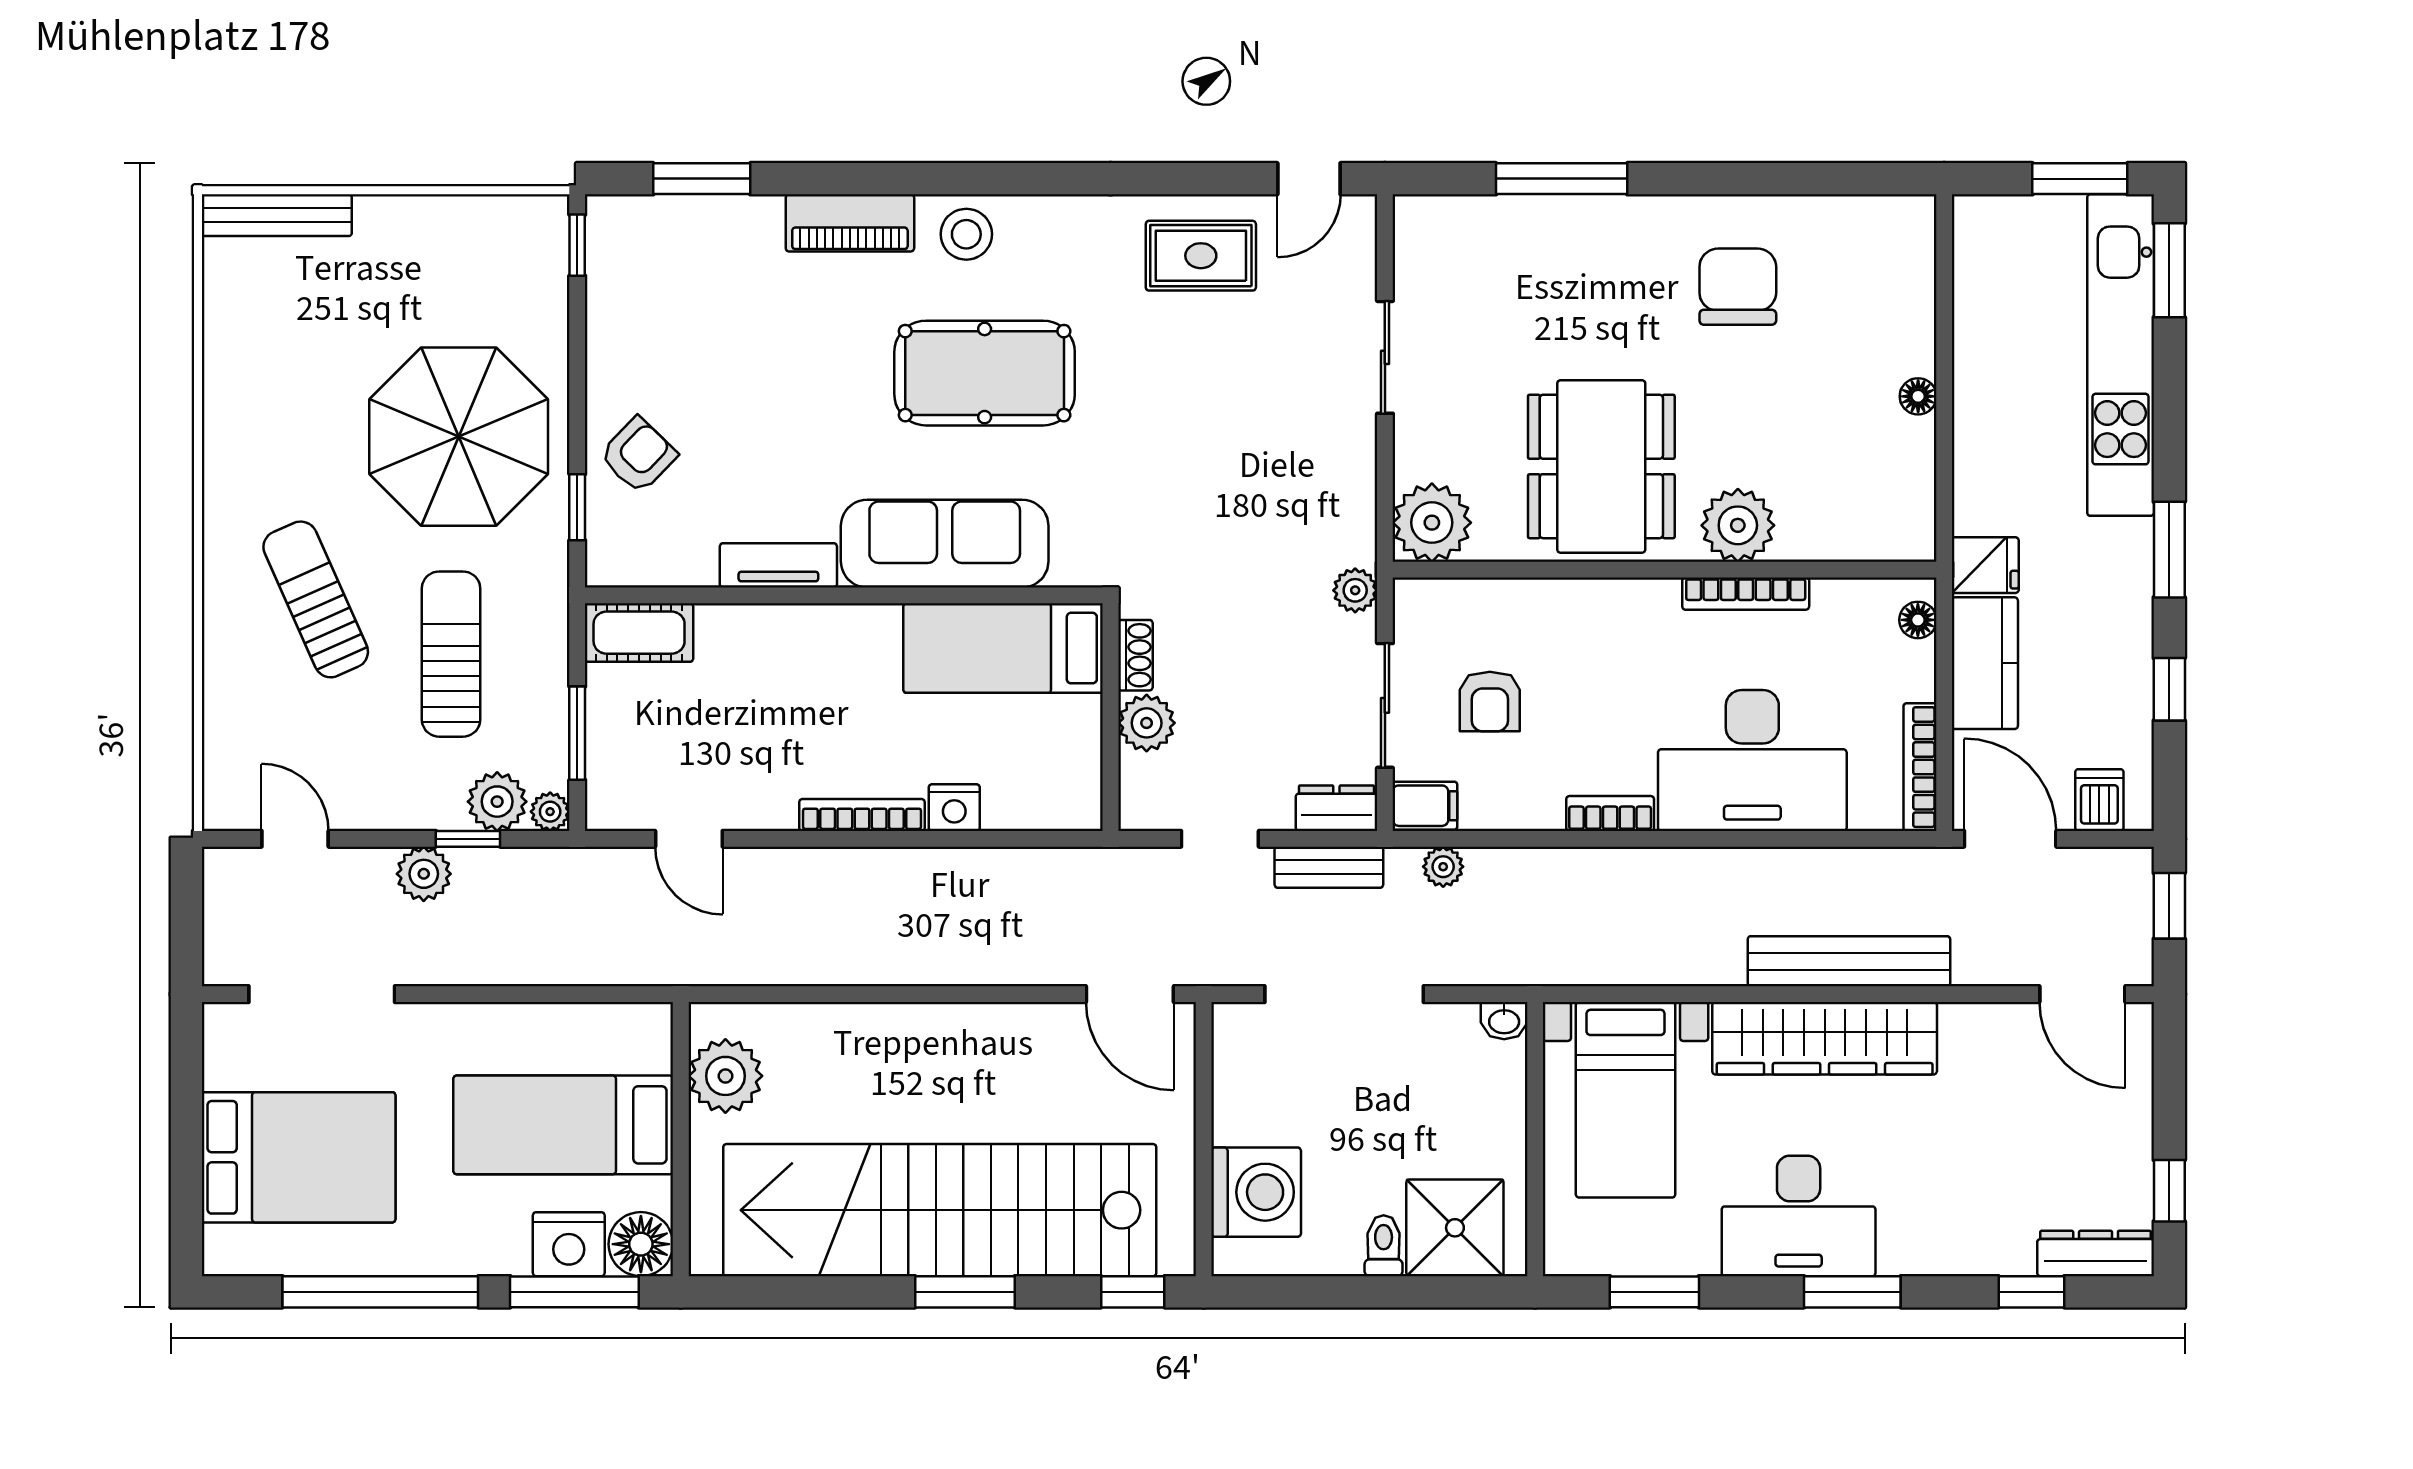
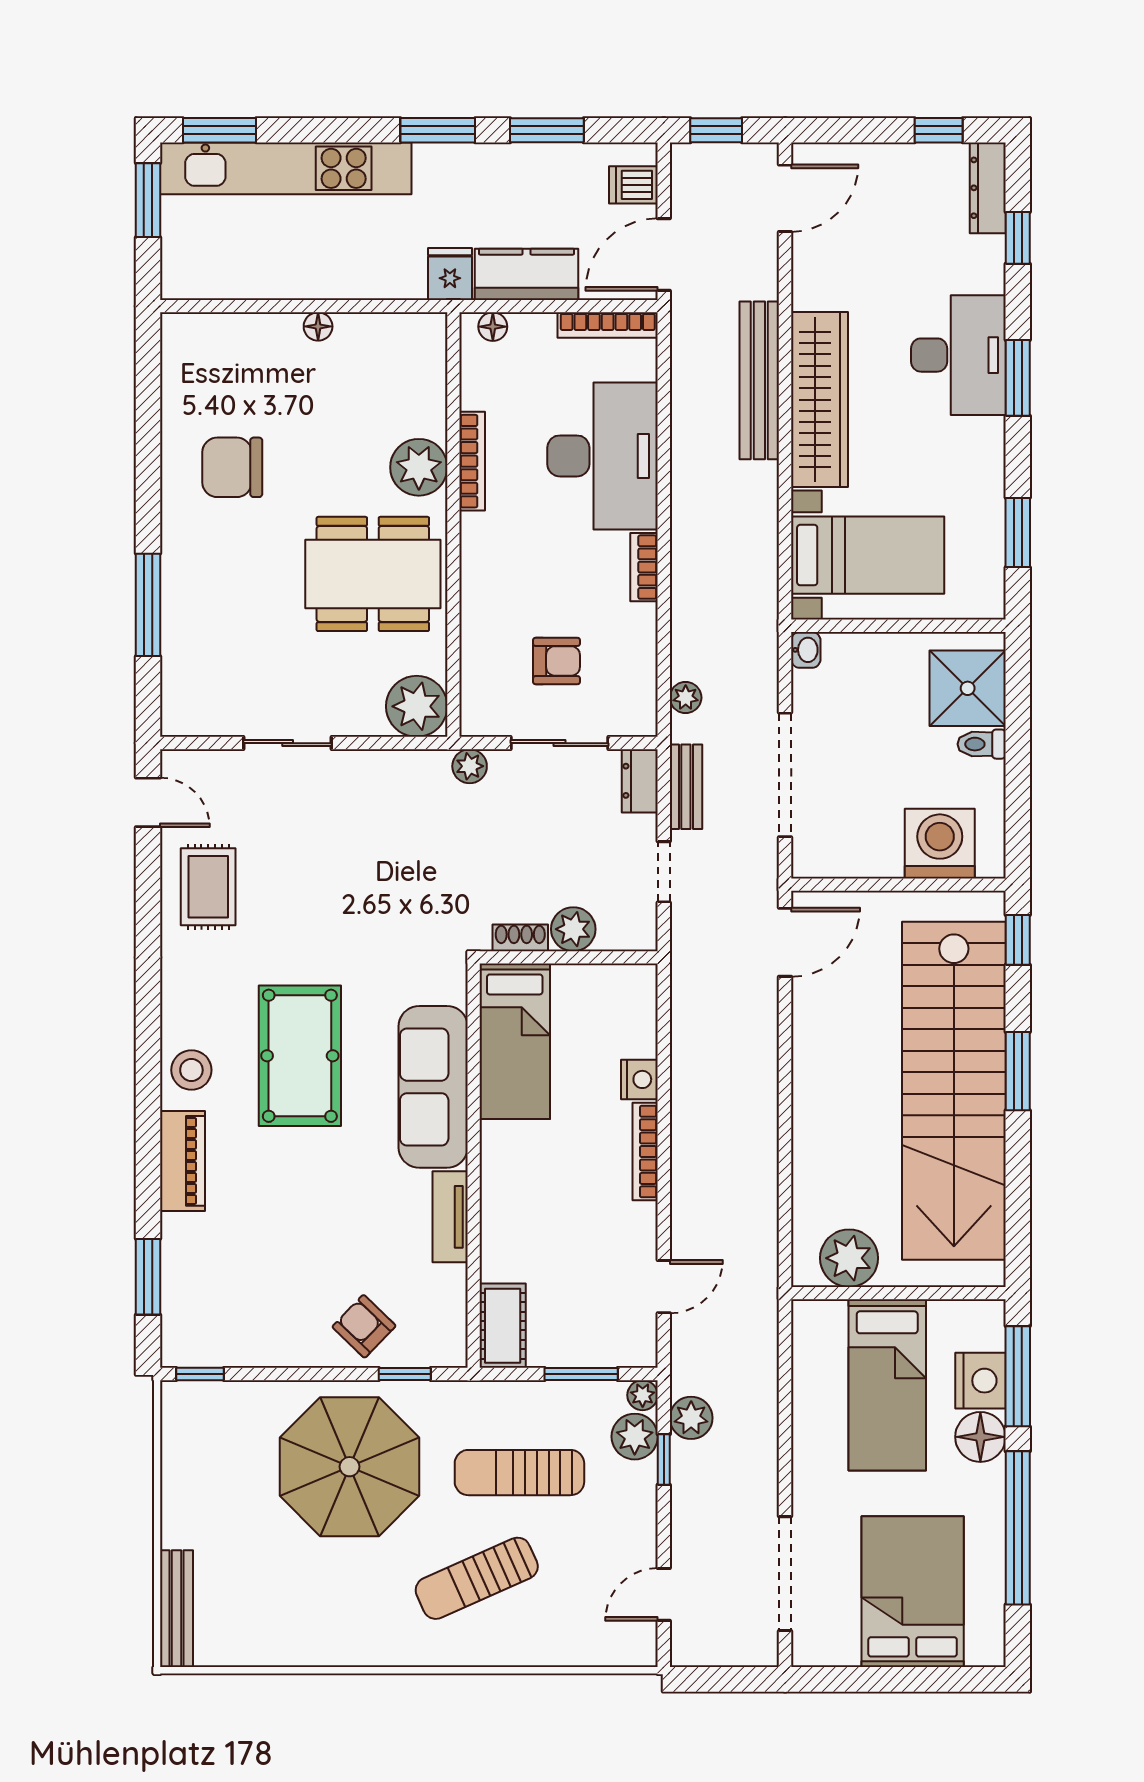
window: (2169, 689) -> (547, 130), width x1.50
filing cabinet: (1425, 806) -> (638, 712), removed
plant: (424, 874) -> (691, 1418), moved
desk: (1799, 1216) -> (958, 355), moved
floor lamp: (641, 1244) -> (980, 1437), moved

